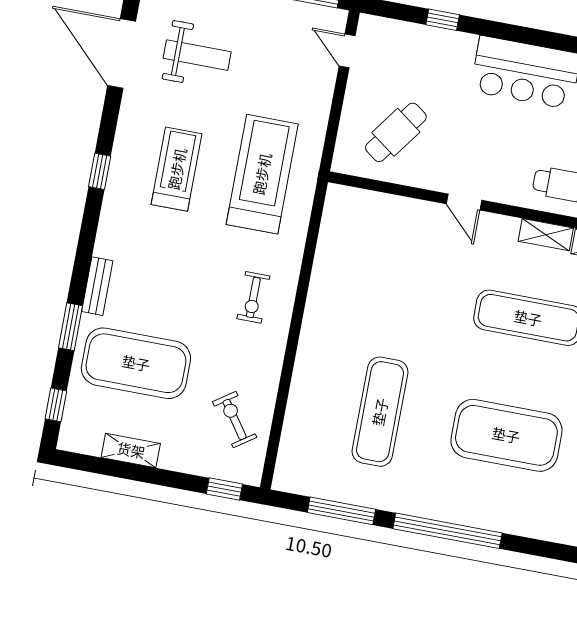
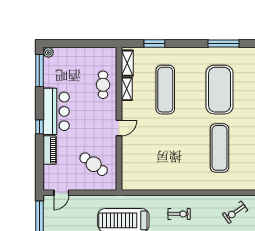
window: (443, 20) -> (39, 127), moved
piano: (444, 43) -> (50, 150), added
exercise mat: (380, 412) -> (220, 148), turned 90

